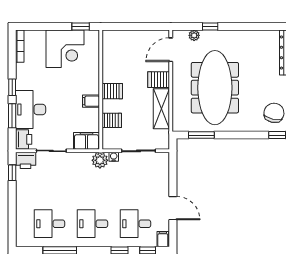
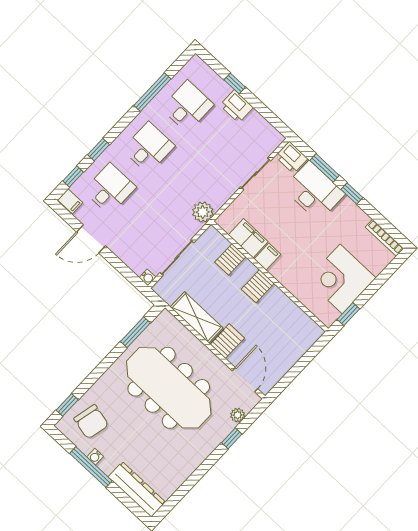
filing cabinet: (86, 141) -> (248, 238), moved, turned -90
water cooler: (114, 157) -> (148, 277), moved
printer: (26, 160) -> (236, 106), moved, turned -90
window: (12, 173) -> (235, 84), moved

